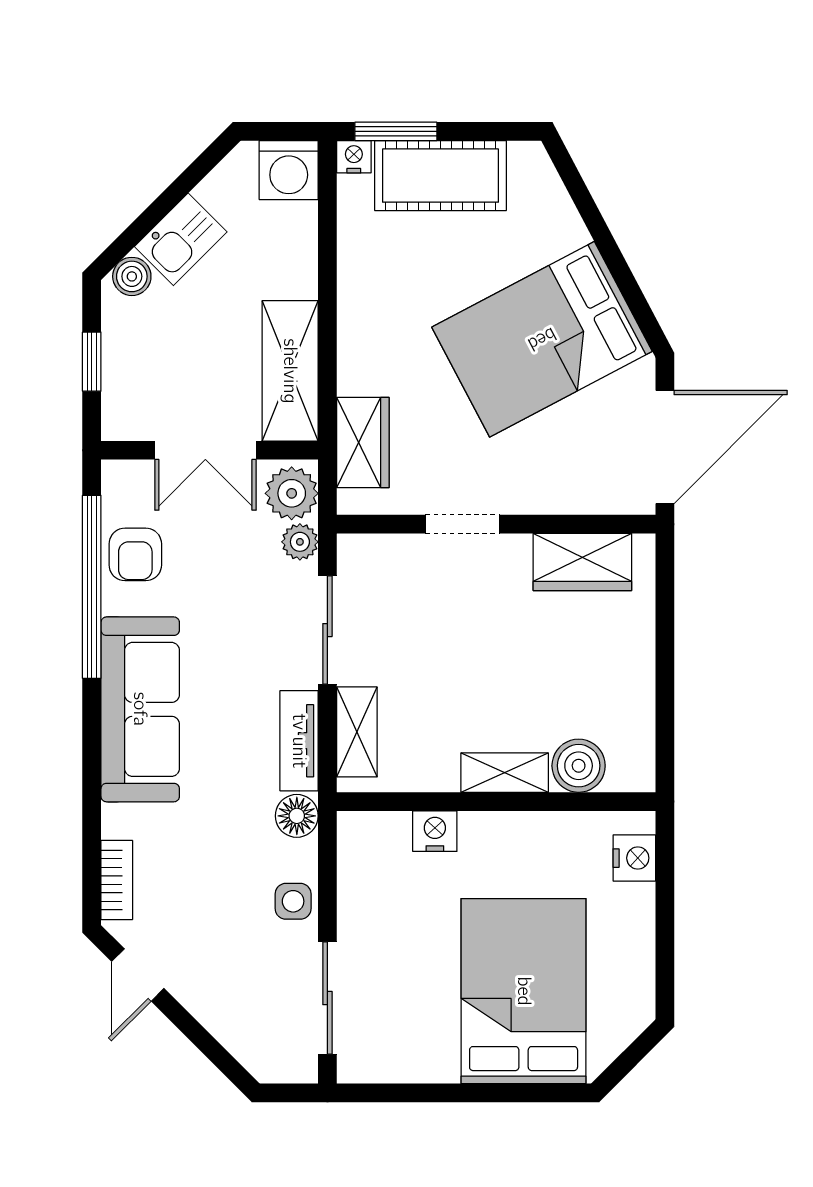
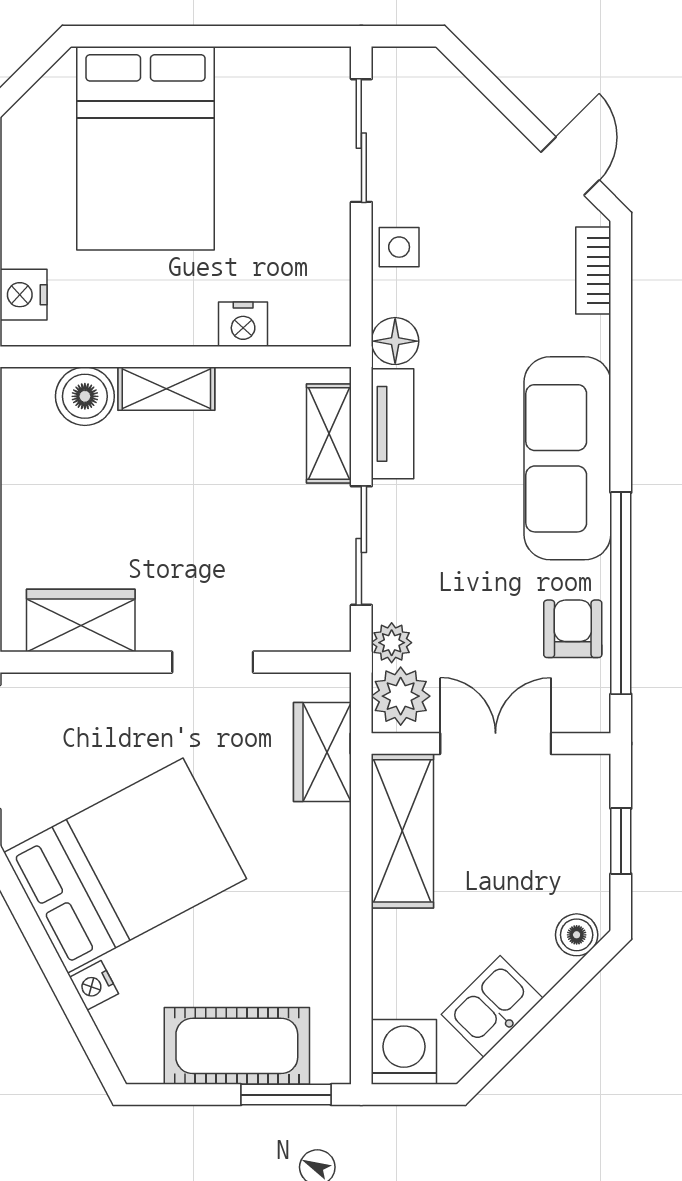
nightstand: (354, 157) -> (94, 985), moved, turned 62
kitchen sink: (181, 239) -> (492, 1006), moved

